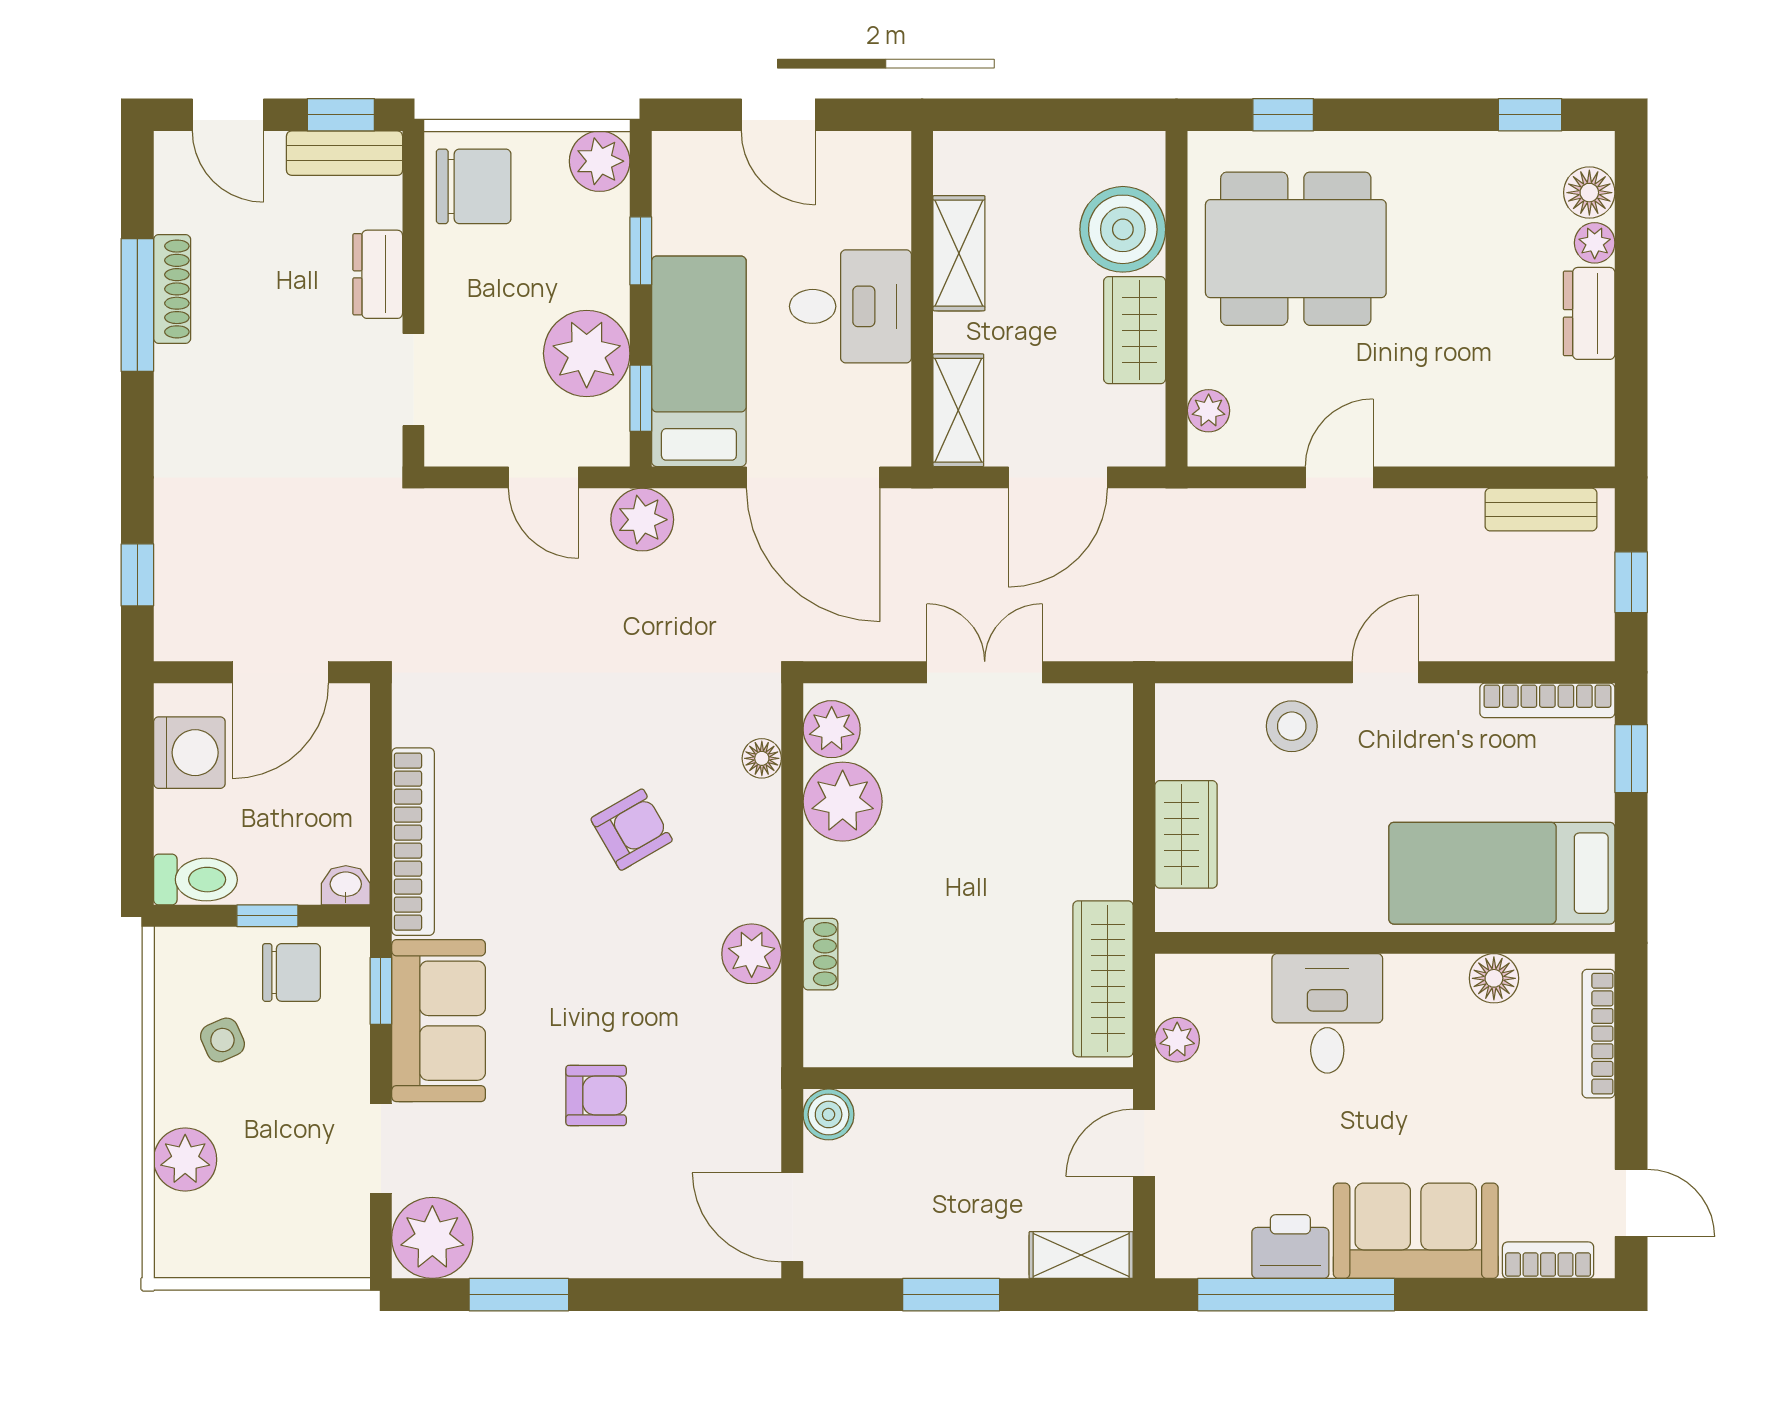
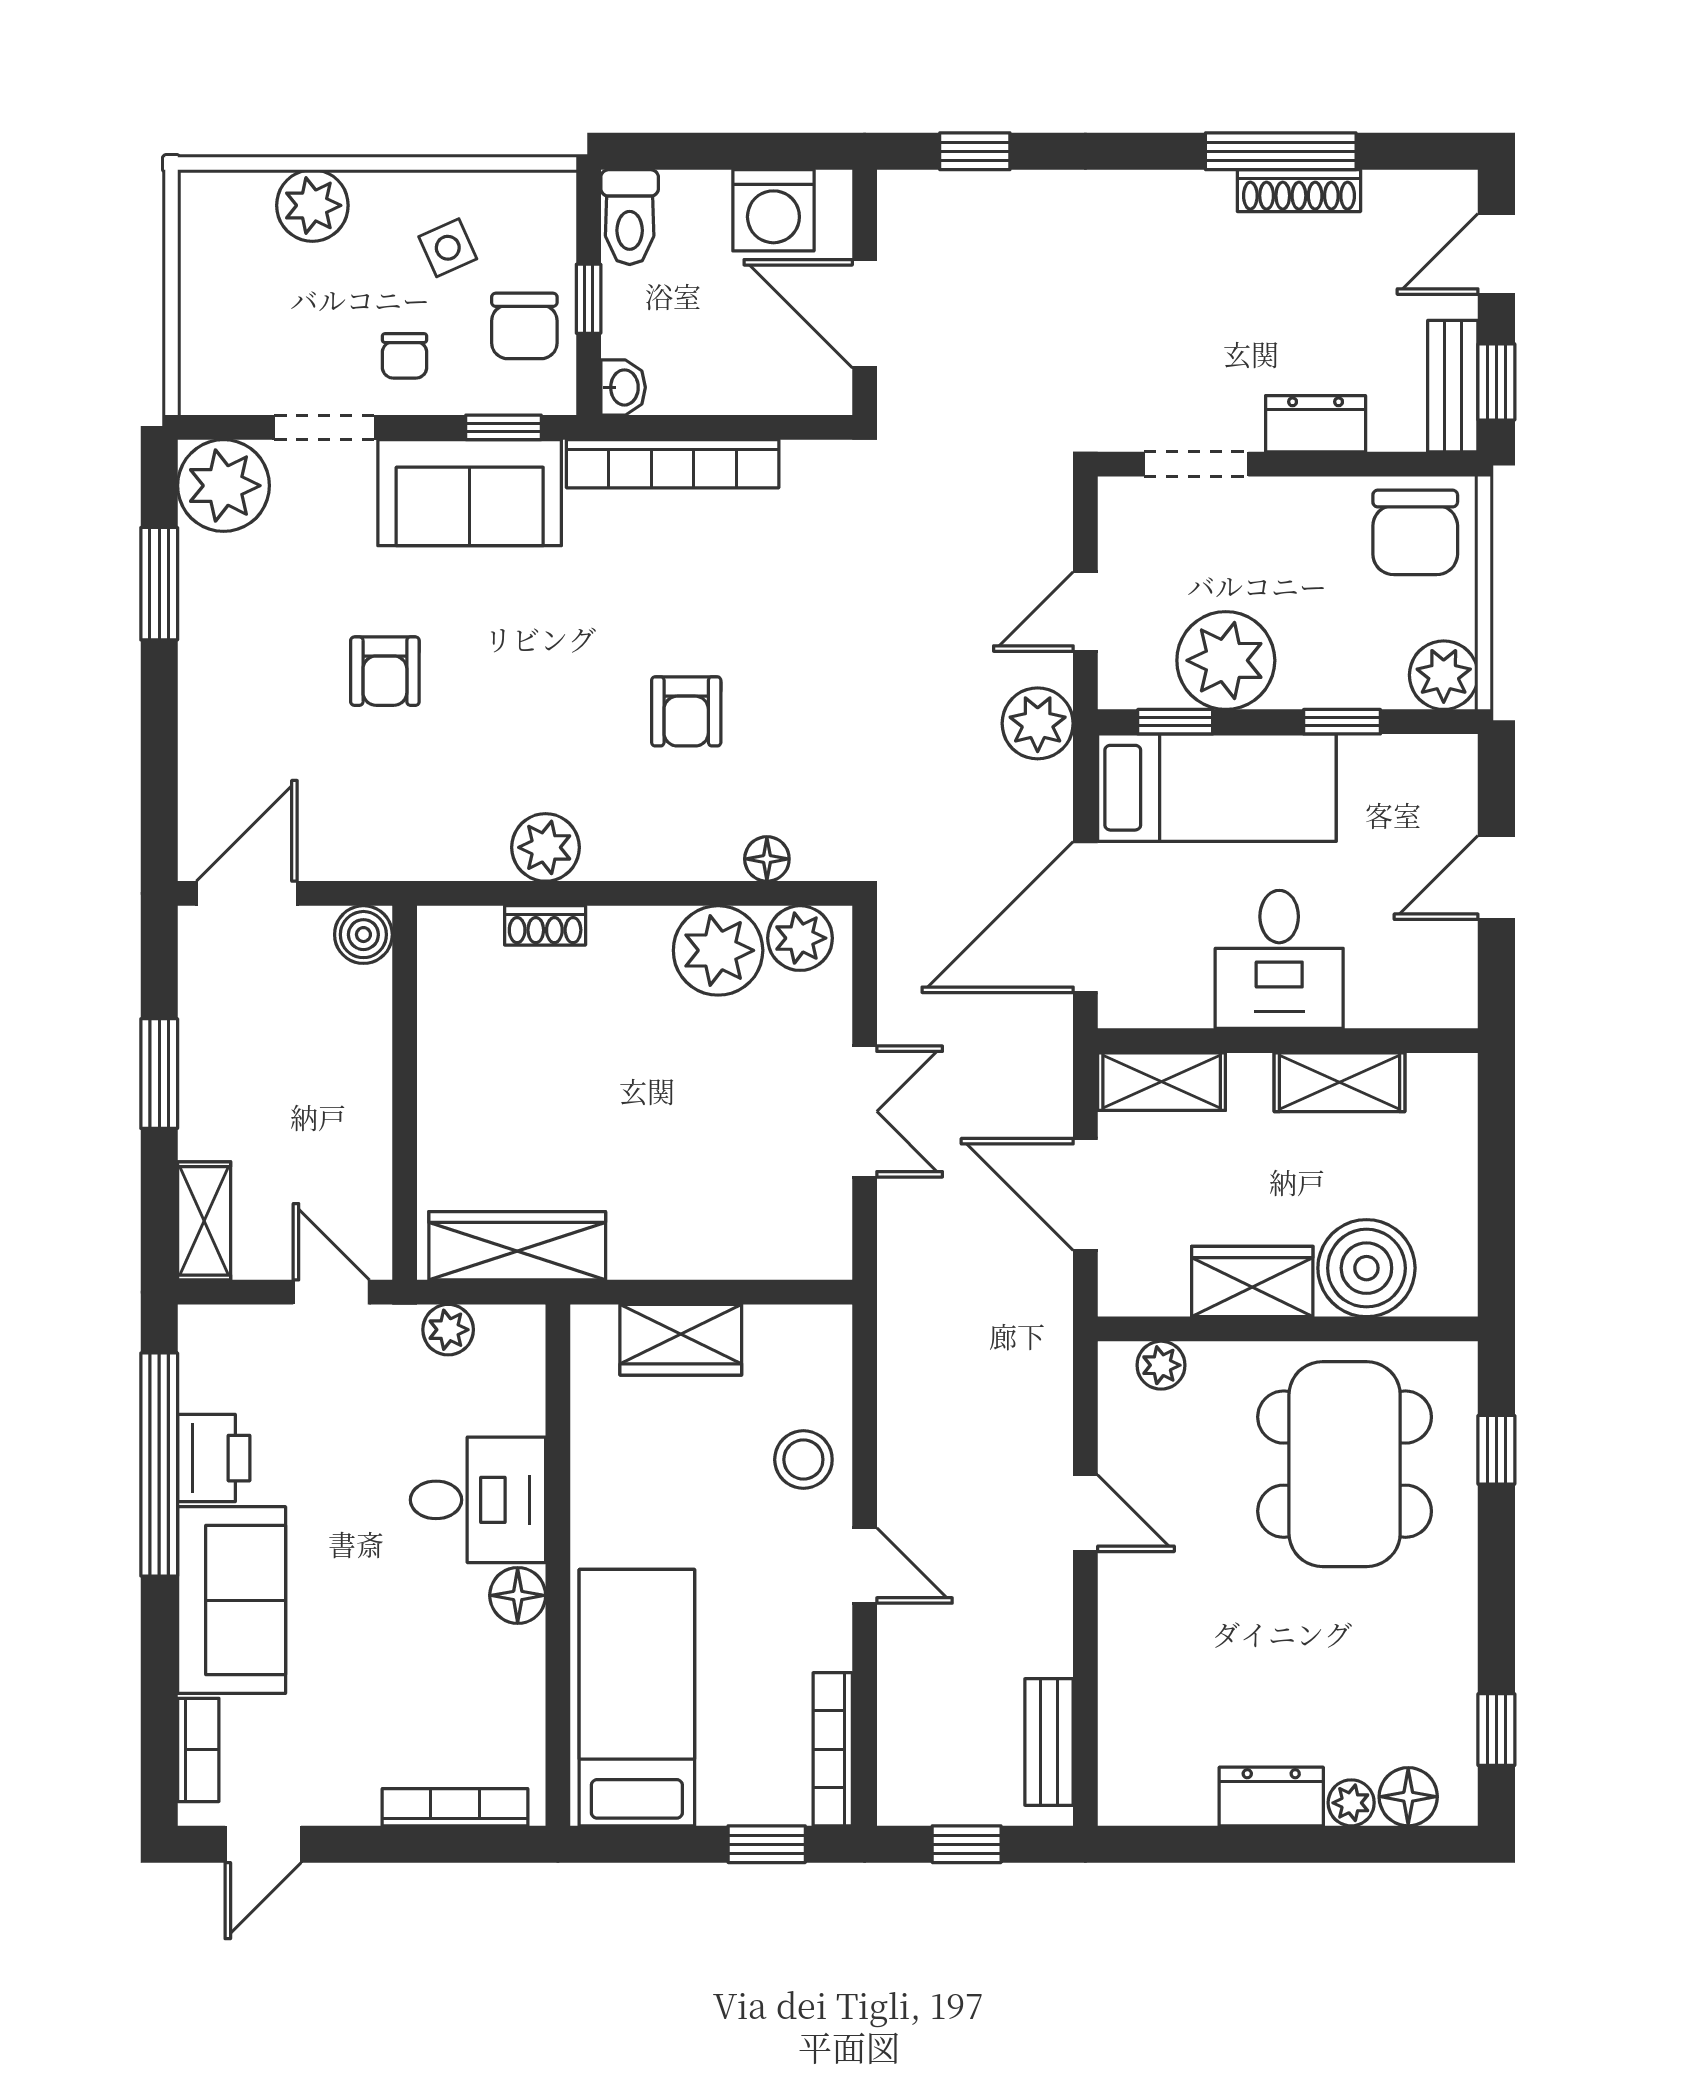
armchair: (632, 830) -> (686, 711), turned 30
floor lamp: (1494, 978) -> (518, 1595), moved
chair: (318, 1078) -> (405, 356), added

